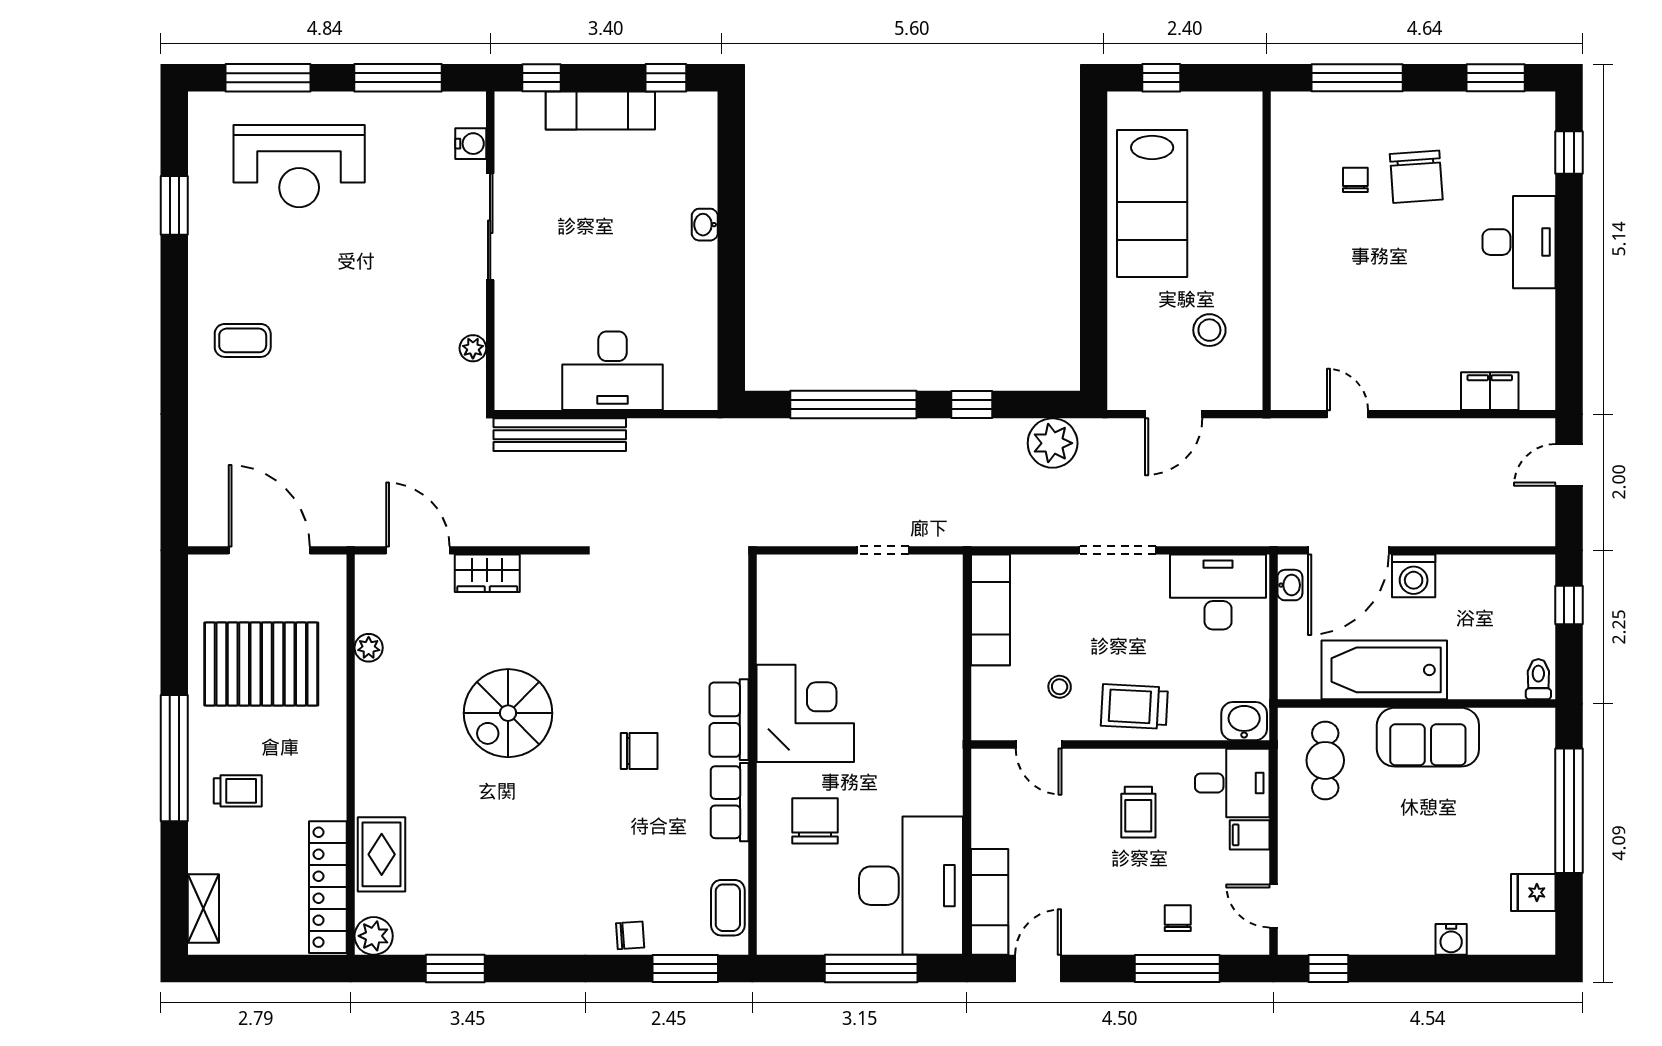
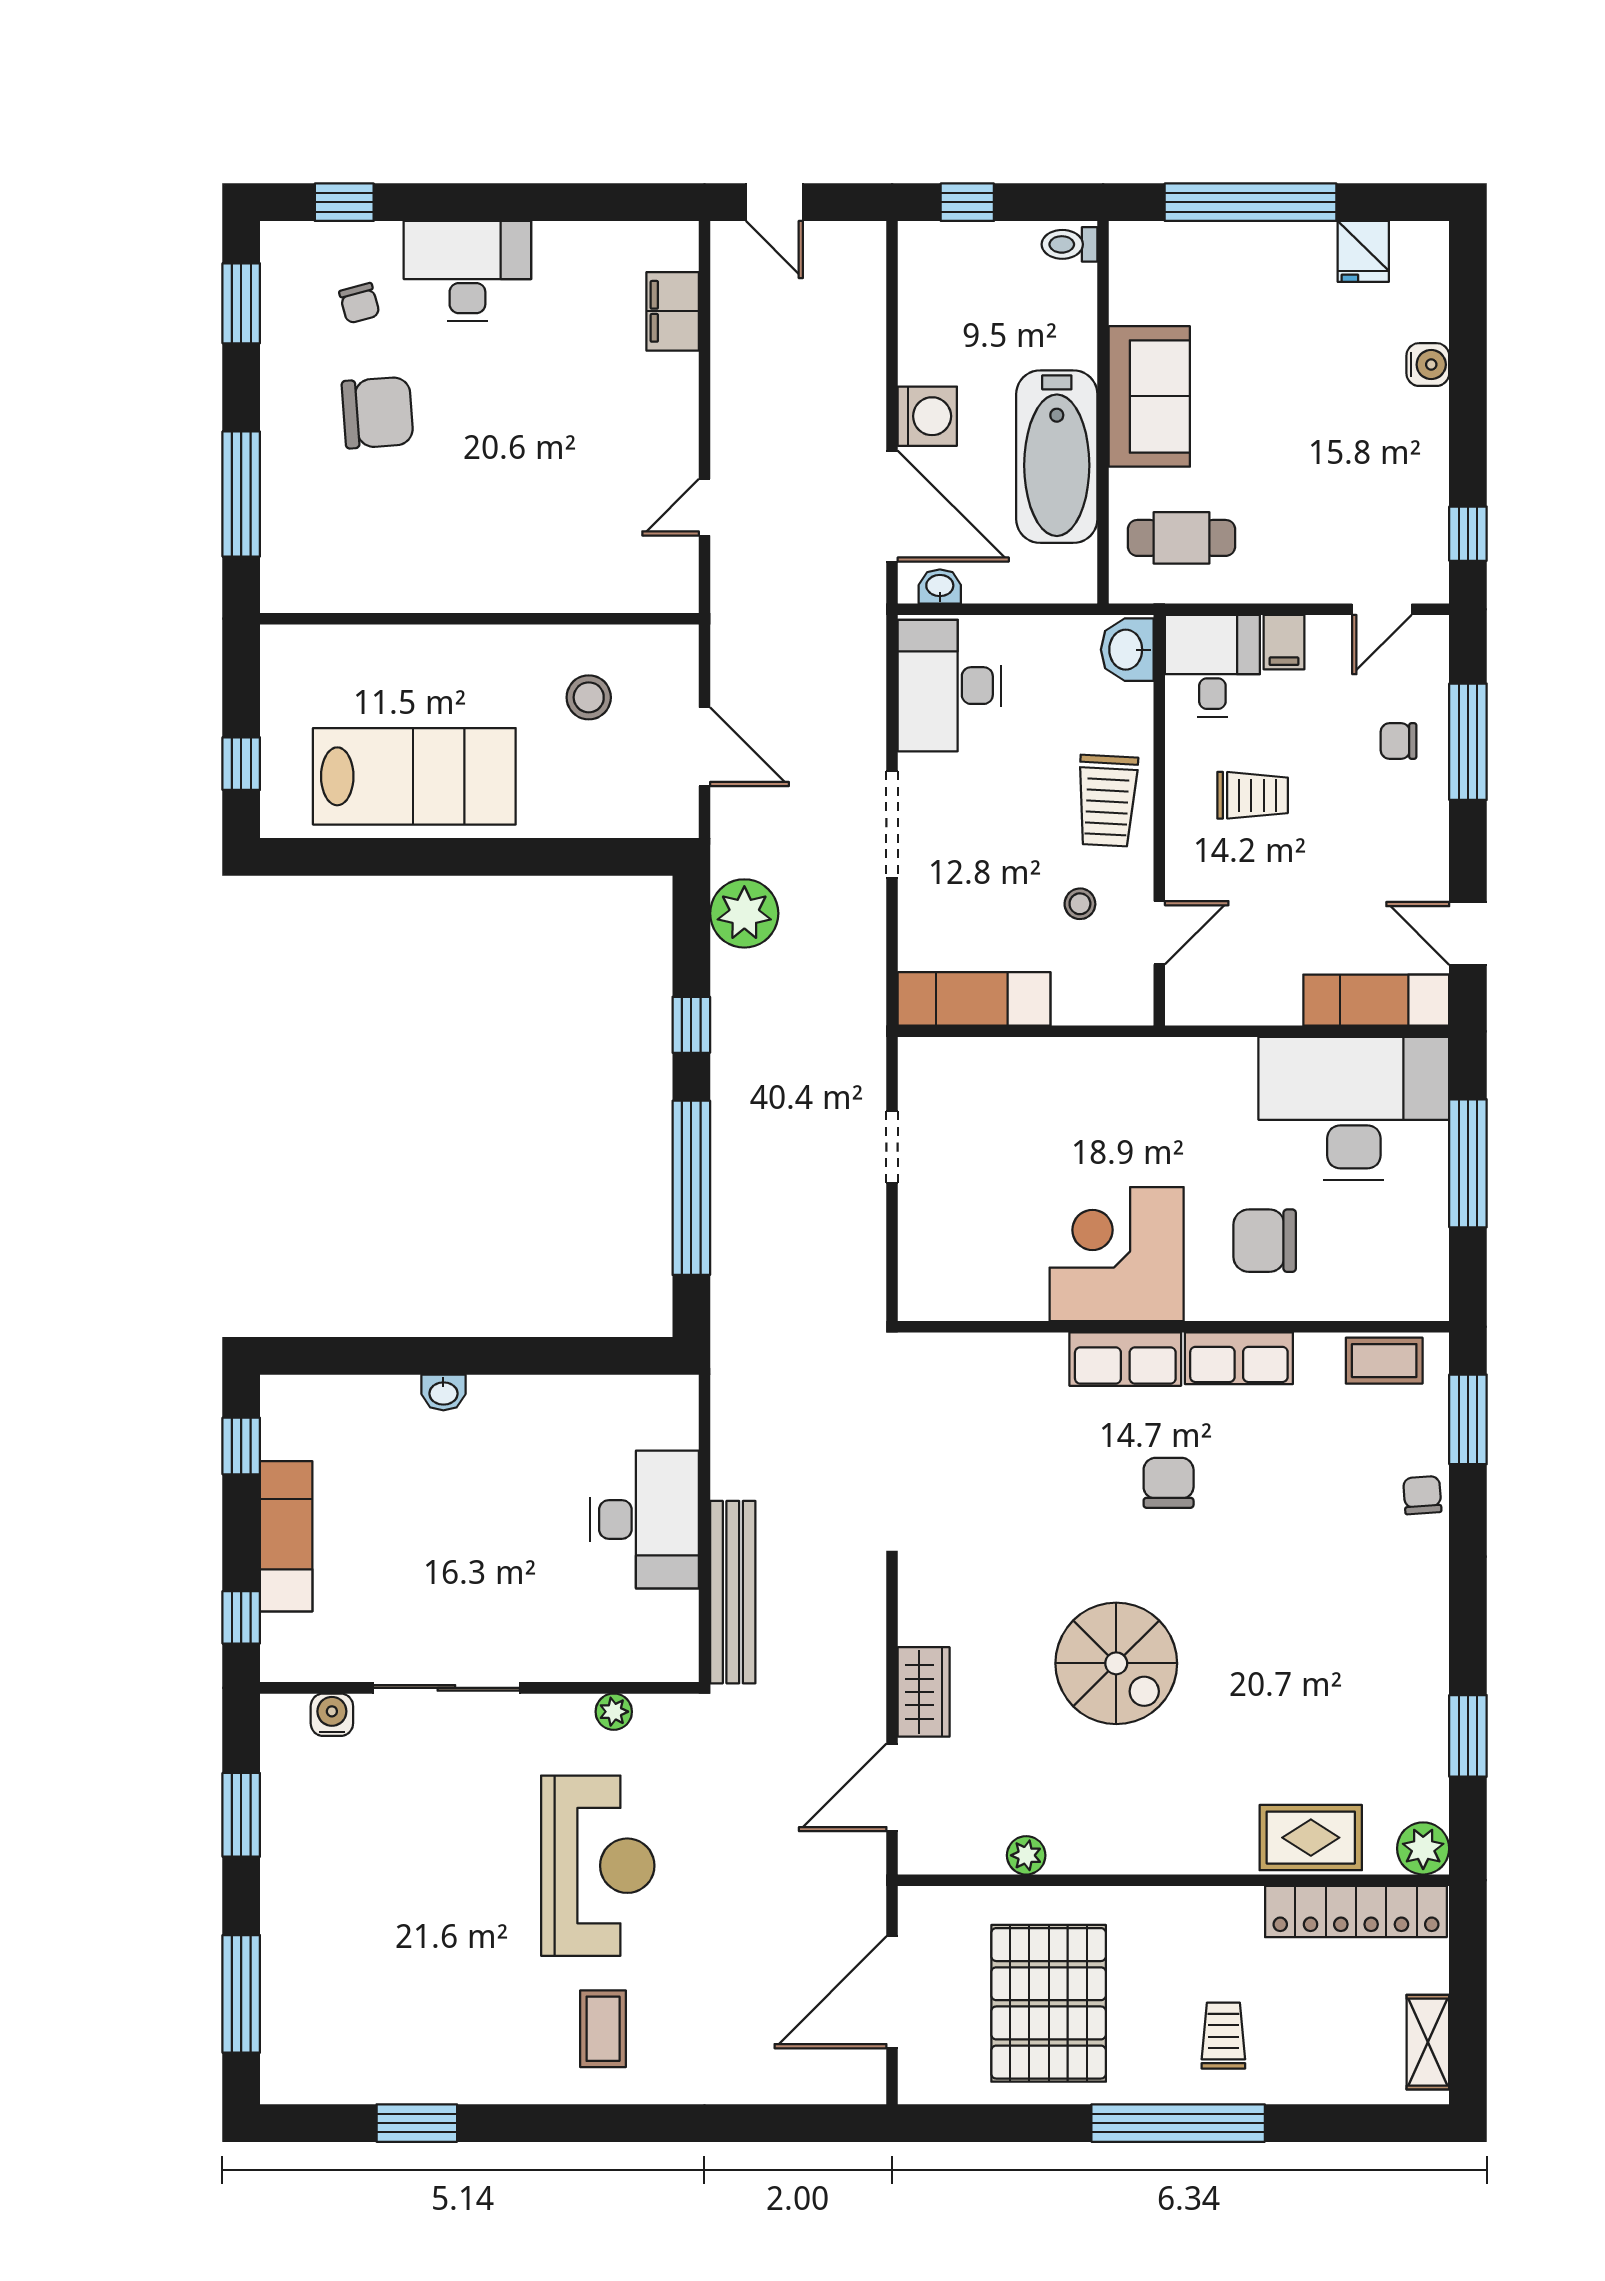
window: (398, 78) -> (241, 1815), width x0.69
reception desk: (299, 166) -> (598, 1866), moved
chair: (1355, 180) -> (359, 303), moved, turned -105
shelving: (203, 908) -> (1428, 2042), moved, turned 90

